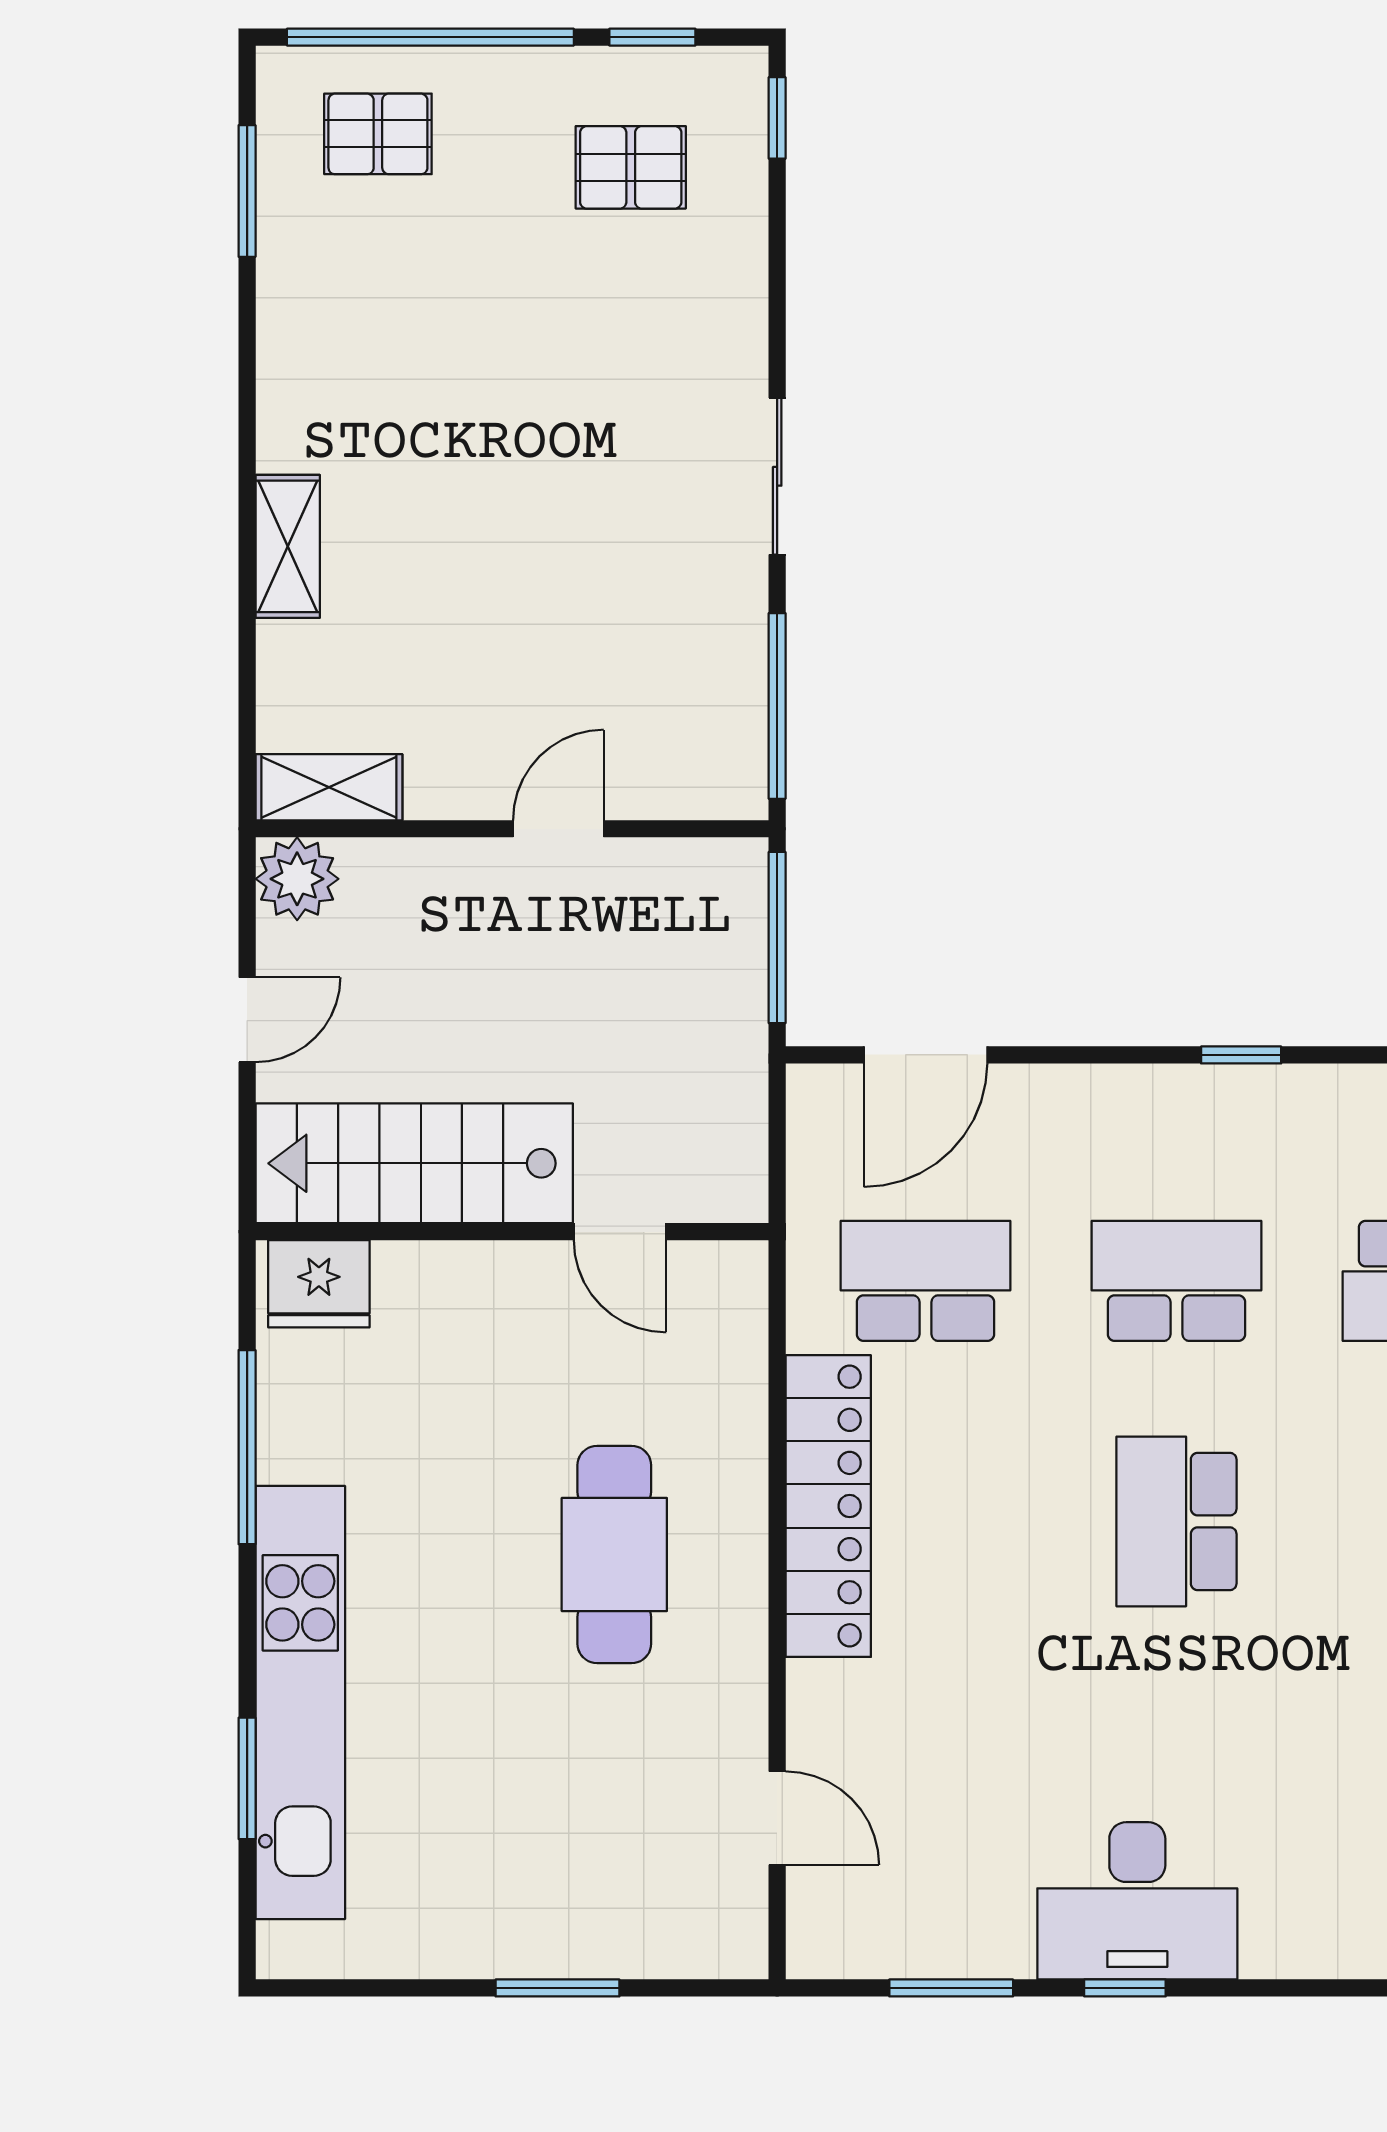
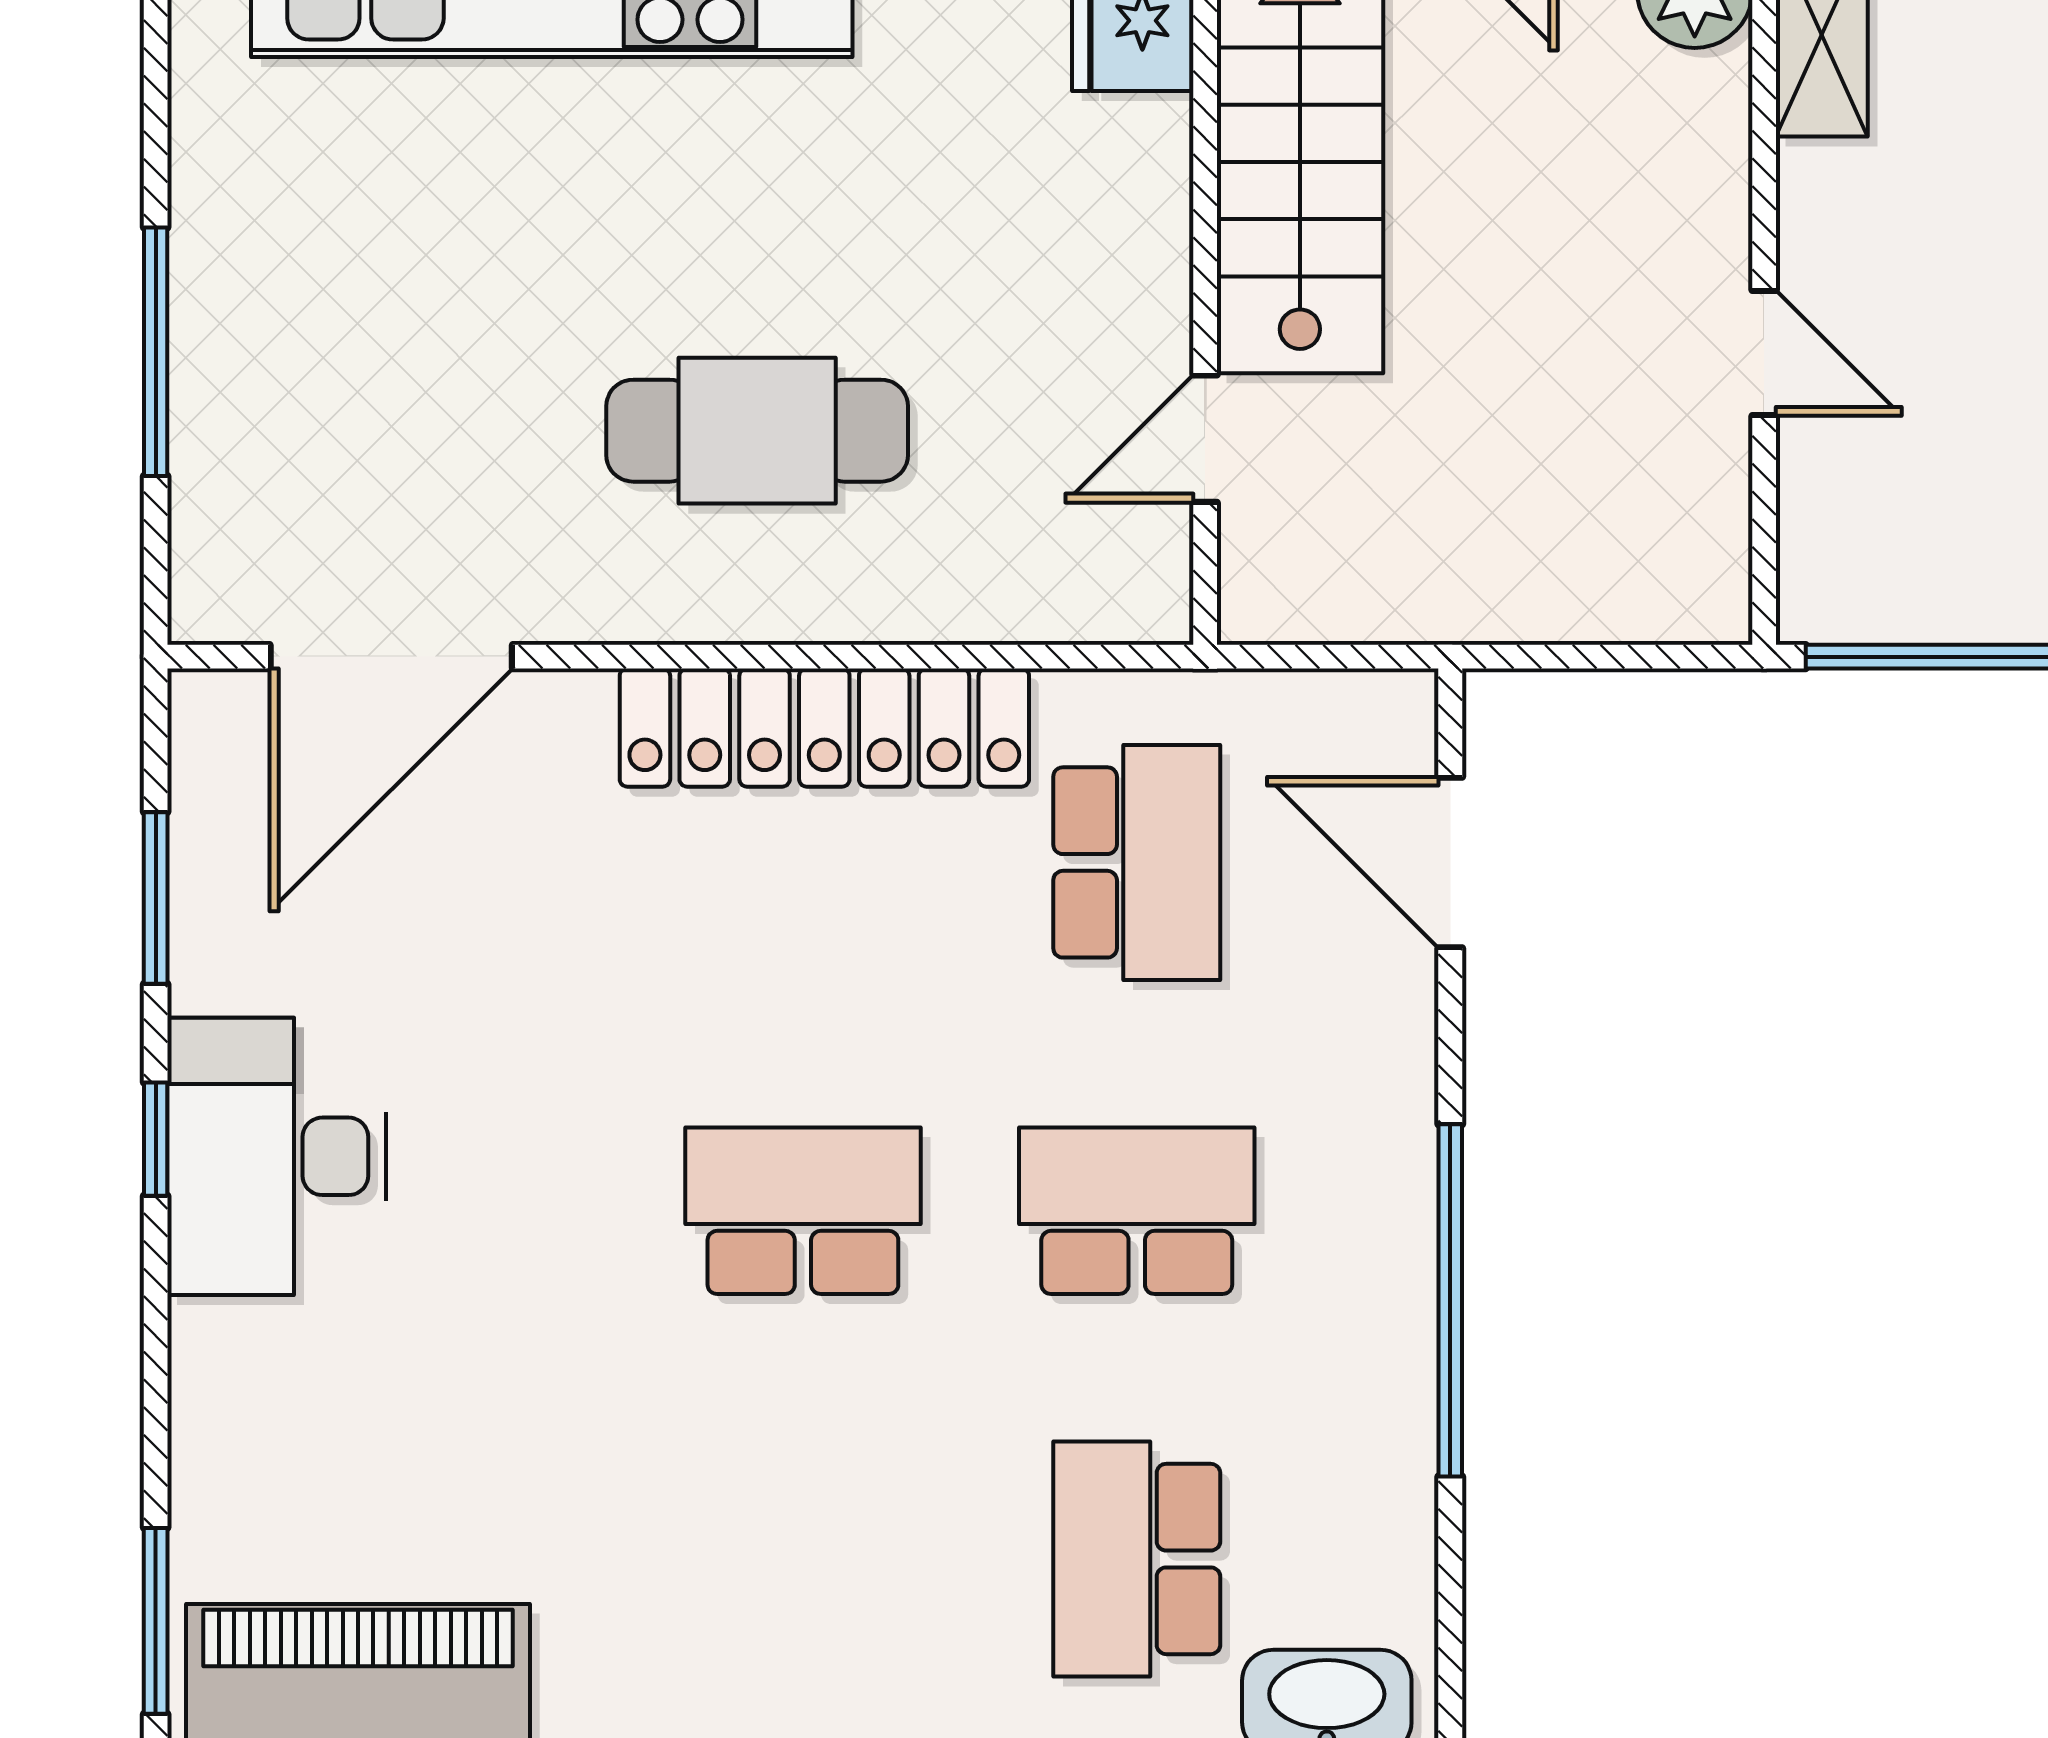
window: (777, 938) -> (1613, 657), removed
window: (1241, 1055) -> (1450, 1300), width x3.17
school desk: (1176, 1281) -> (1137, 1211), turned -90
door: (777, 1818) -> (391, 657), width x1.87
window: (557, 1988) -> (156, 352), width x1.44

